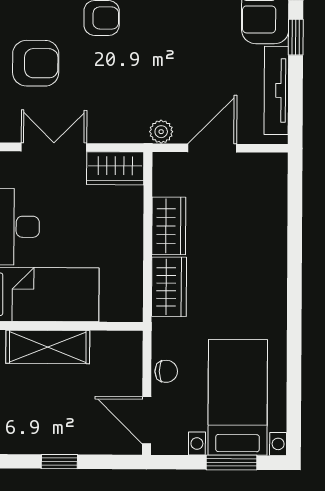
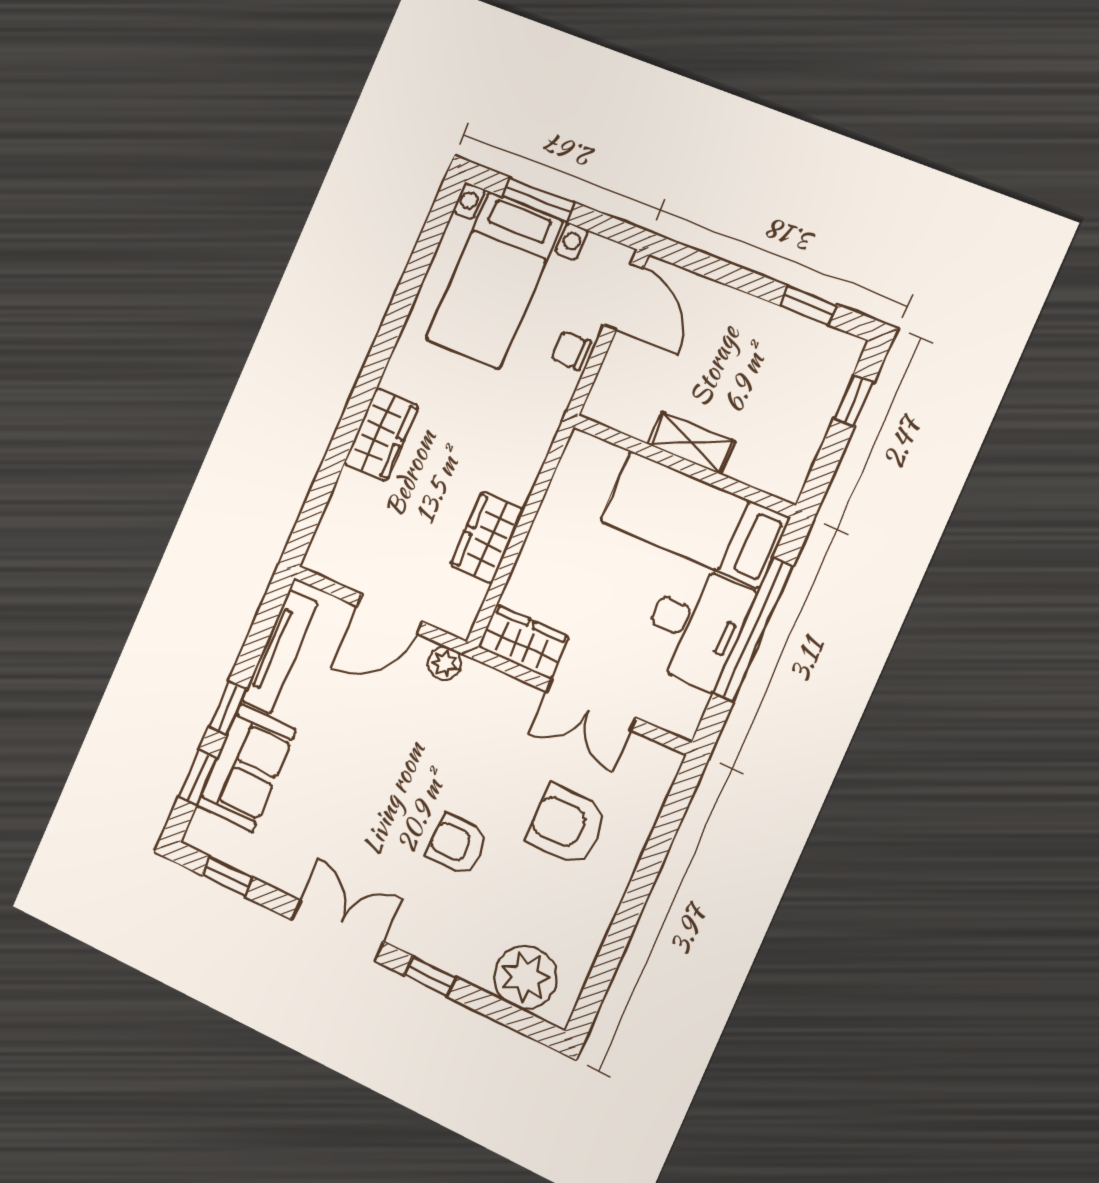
wardrobe: (169, 287) -> (381, 435), moved, turned 180
shelving: (48, 347) -> (692, 443), width x0.67, depth x0.75
window: (59, 462) -> (808, 305), moved

